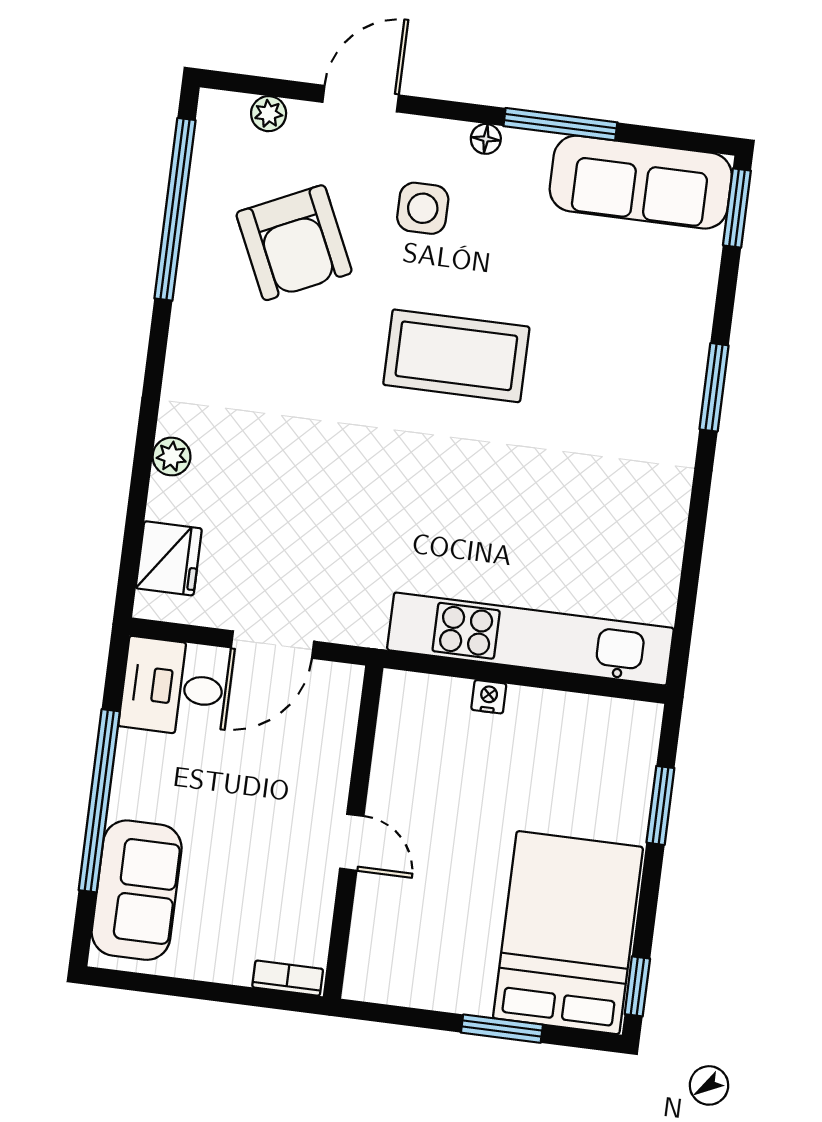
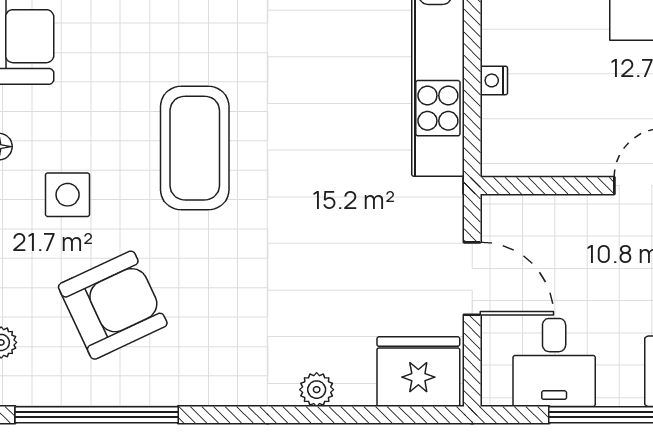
fridge: (169, 558) -> (418, 372), width x1.36, depth x1.34
desk: (173, 687) -> (554, 362), moved

